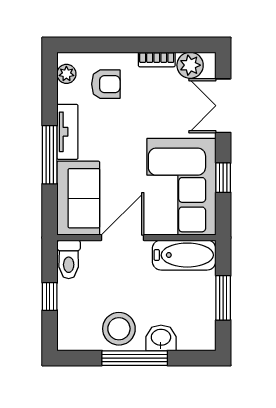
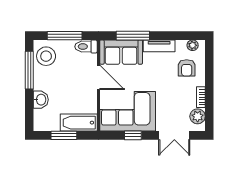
double door: (223, 106) -> (174, 135), swing flipped
window: (50, 155) -> (133, 36), moved
bathtub: (184, 255) -> (79, 123), moved, turned 90
window: (50, 296) -> (65, 36), width x2.17
stool: (119, 329) -> (46, 56), moved
window: (135, 358) -> (29, 70), moved

